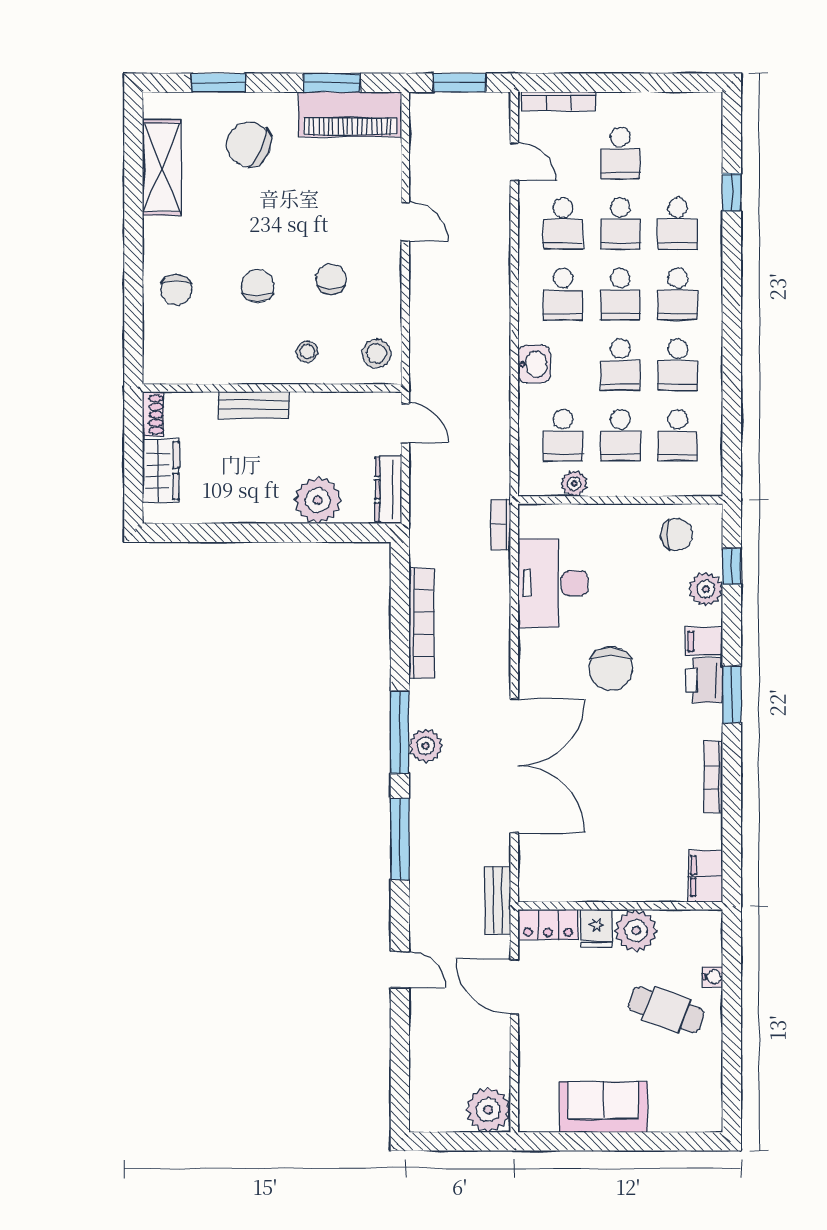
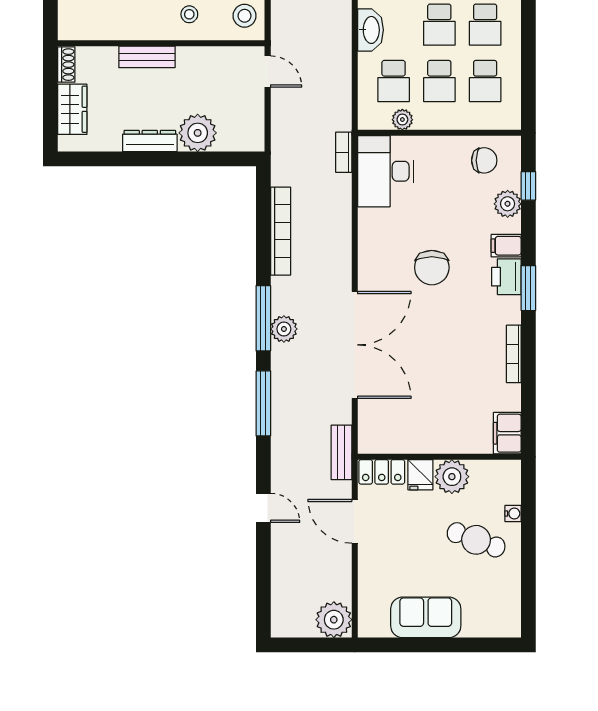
washbasin: (534, 364) -> (370, 30), width x1.38
dresser: (388, 490) -> (150, 141), moved, turned 90
desk: (553, 583) -> (386, 171), moved

